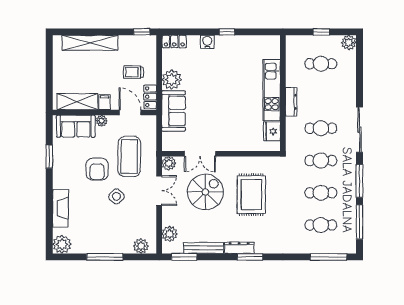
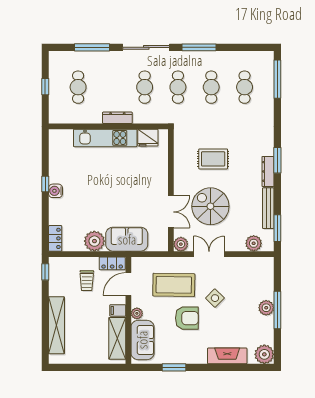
water cooler: (207, 42) -> (56, 191), moved
plant: (349, 43) -> (56, 58), removed
rug: (251, 195) -> (213, 159), width x0.73, depth x0.70
window: (359, 222) -> (92, 47), moved
plant: (141, 246) -> (266, 308), moved

